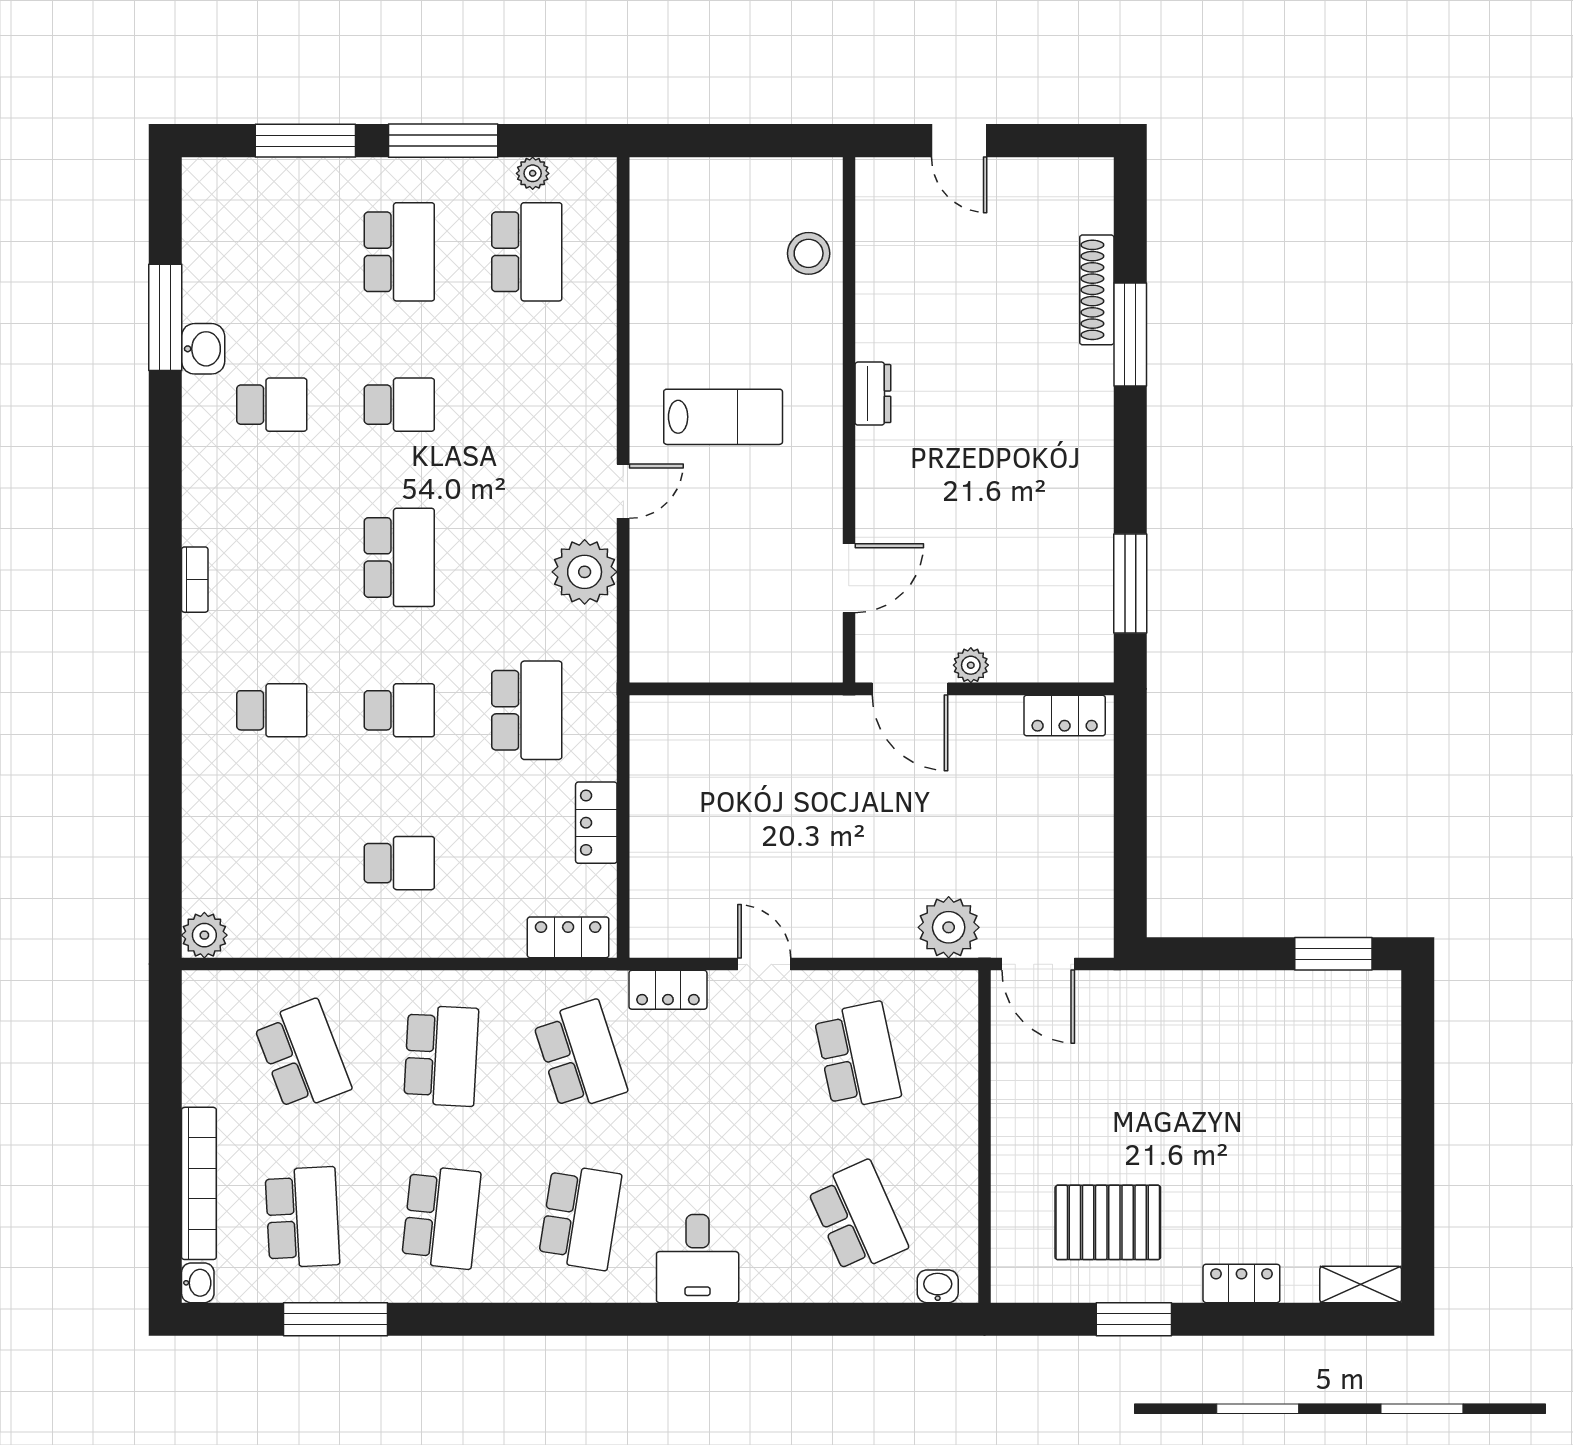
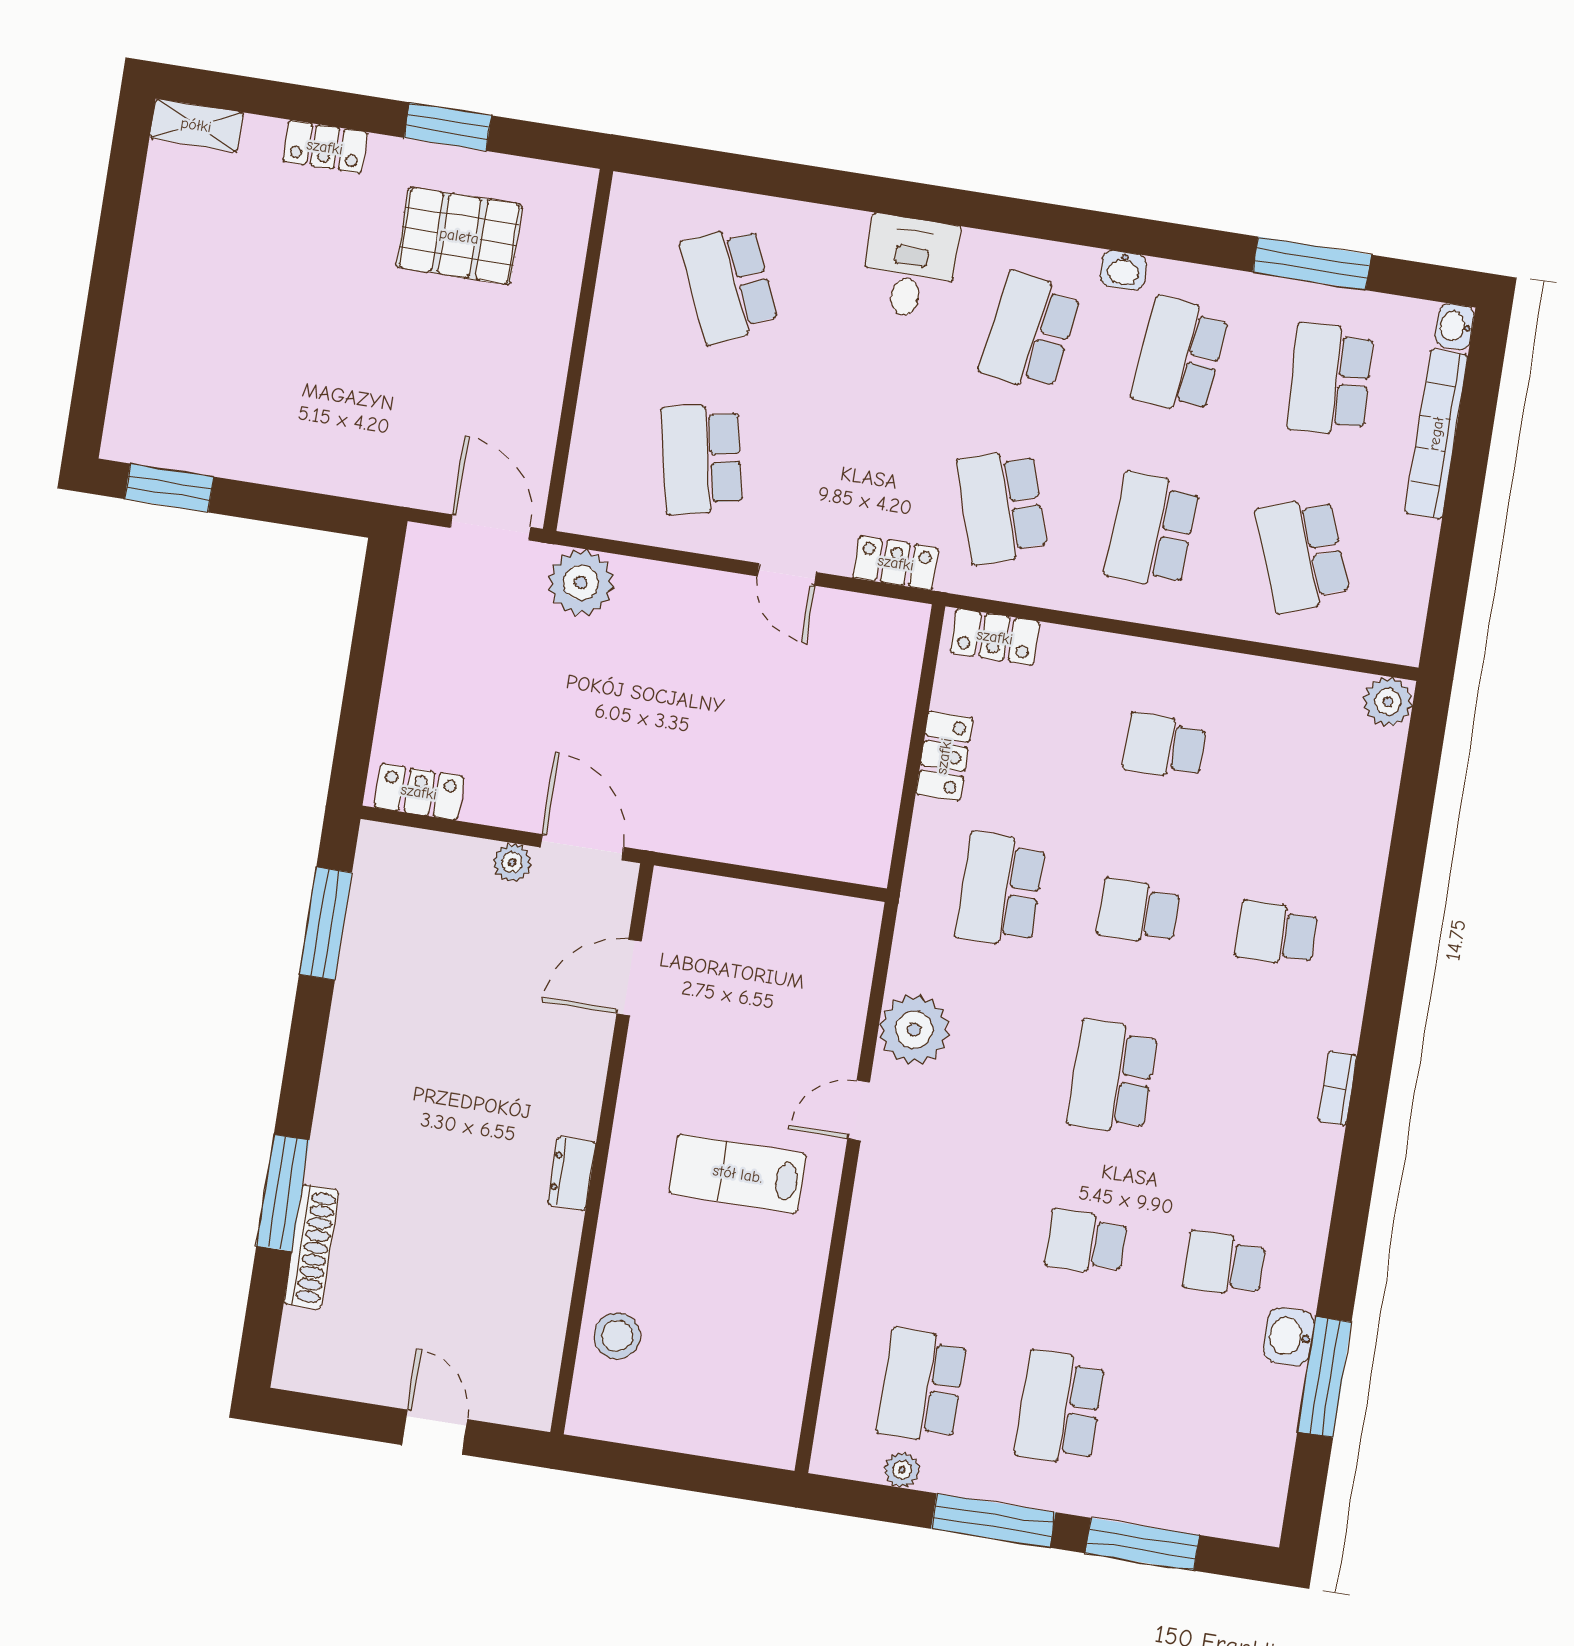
washbasin: (938, 1286) -> (1123, 270), moved

